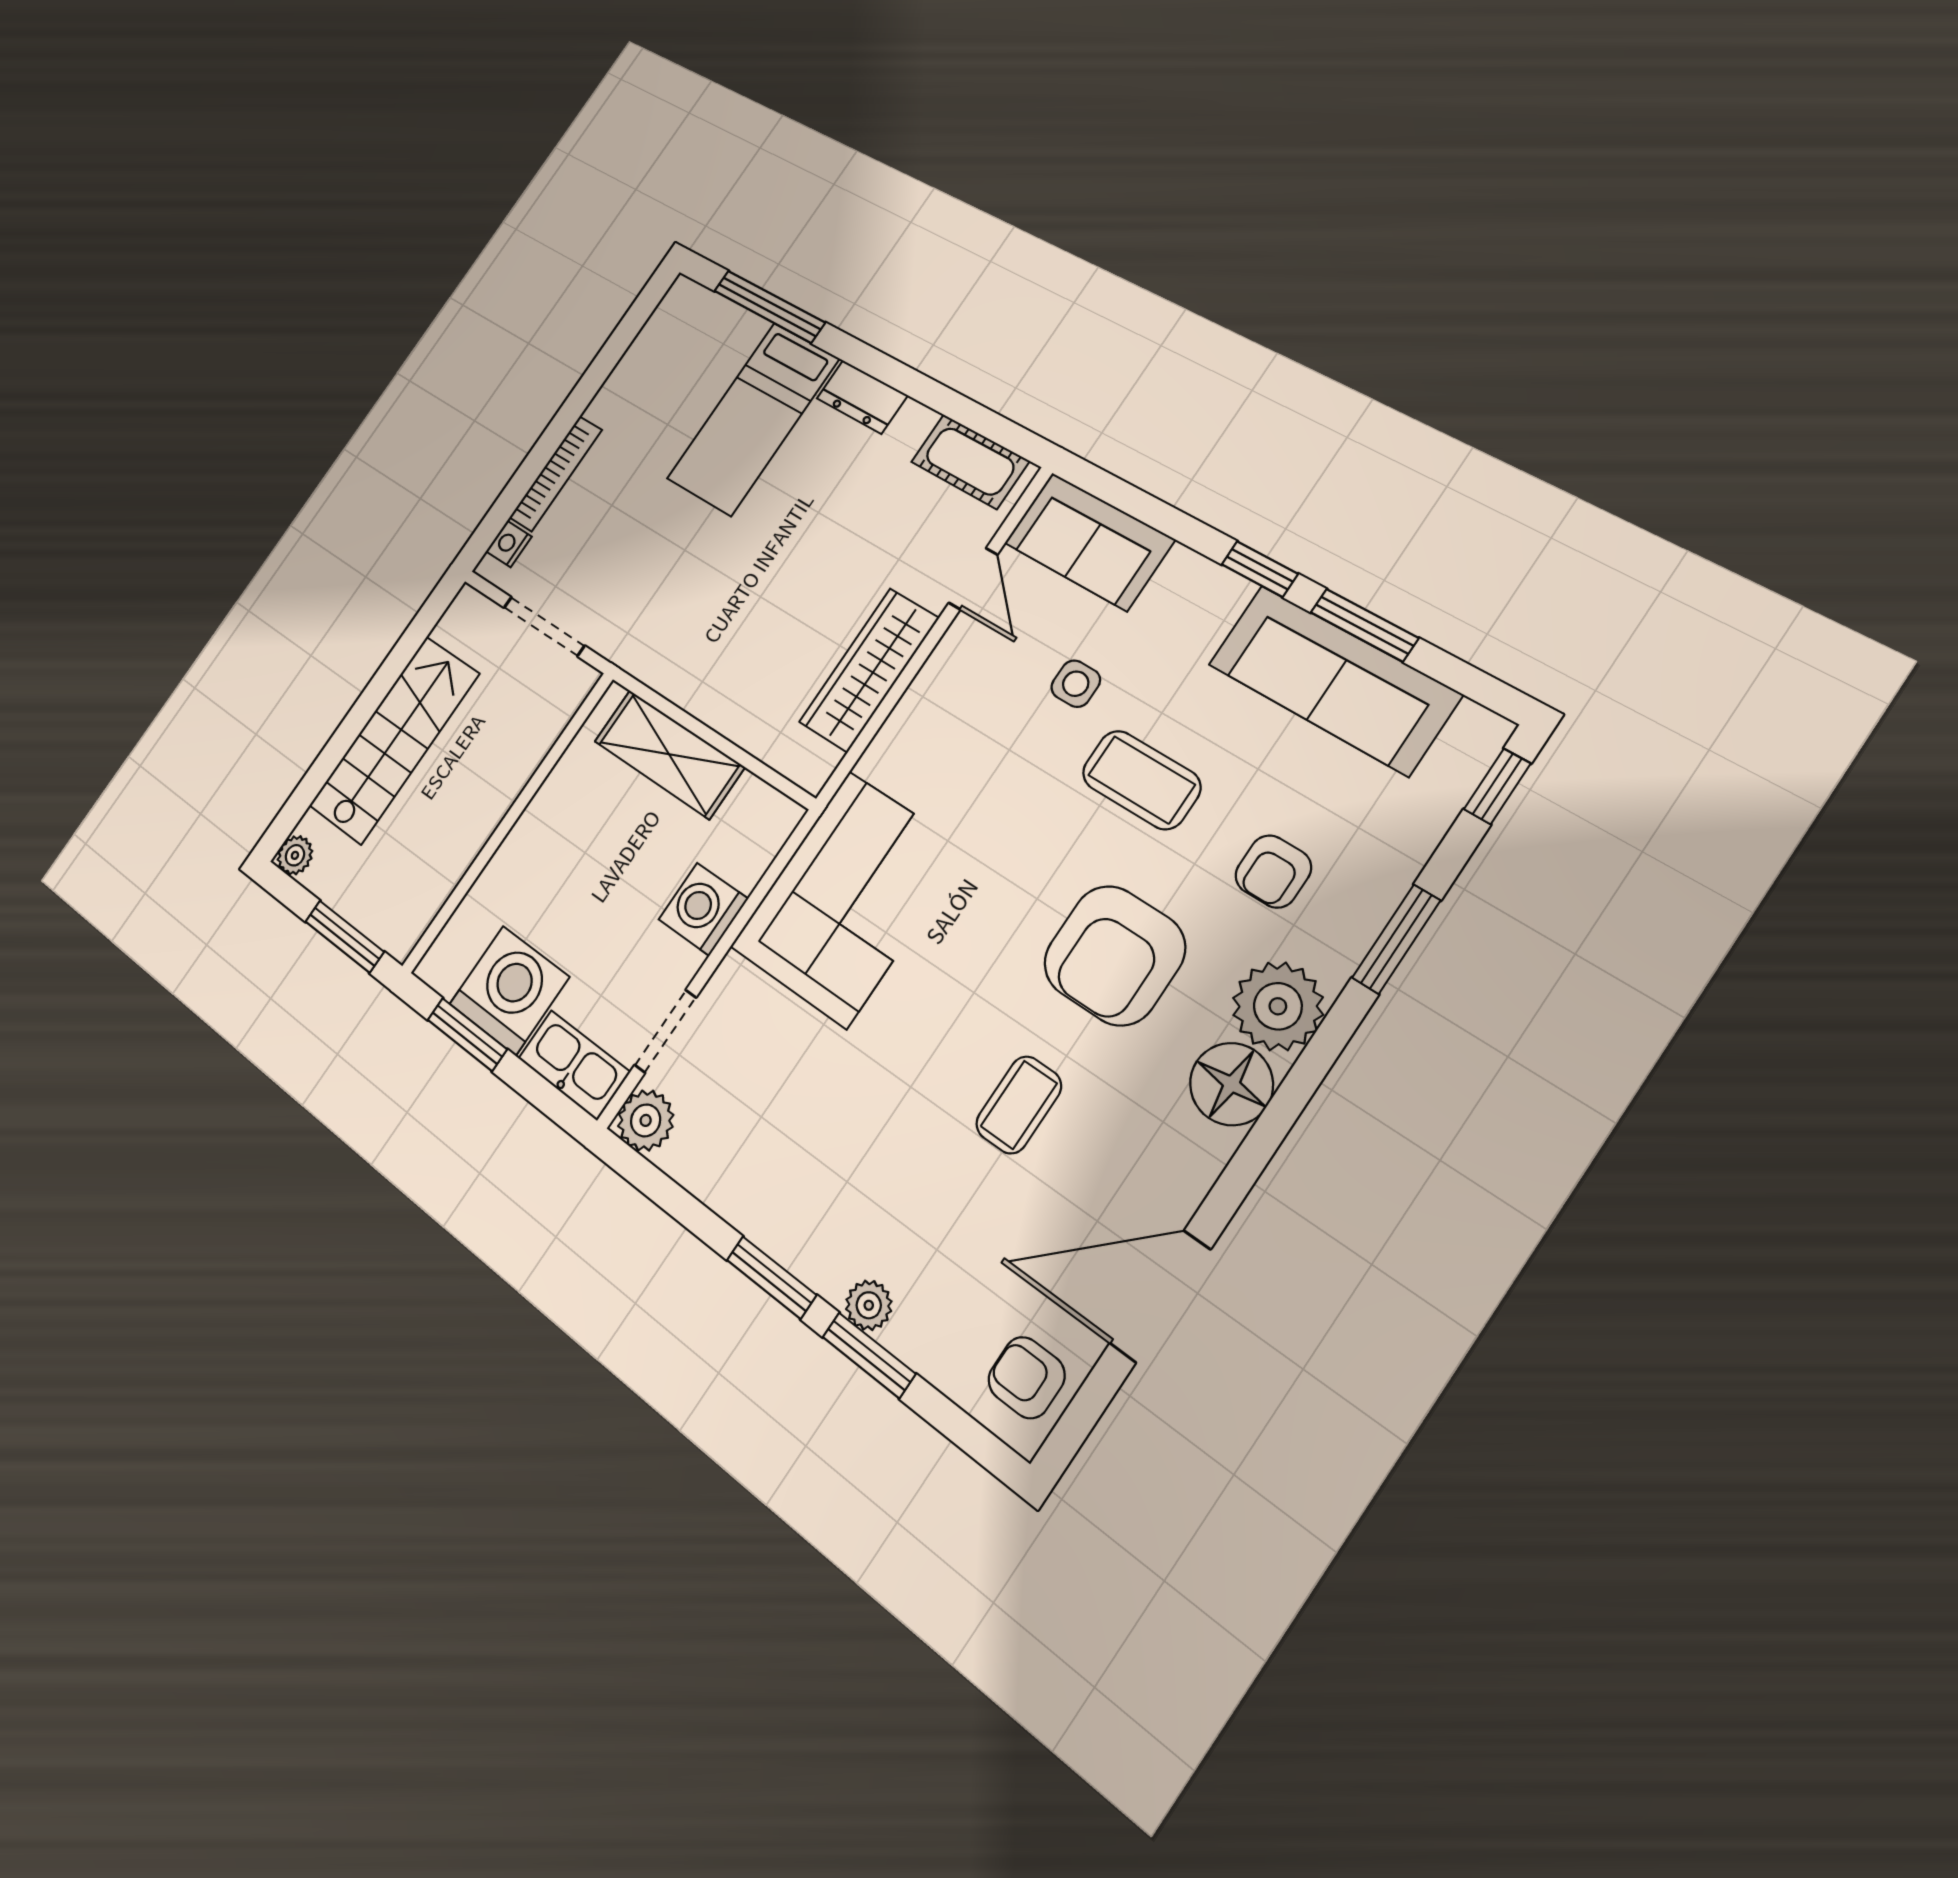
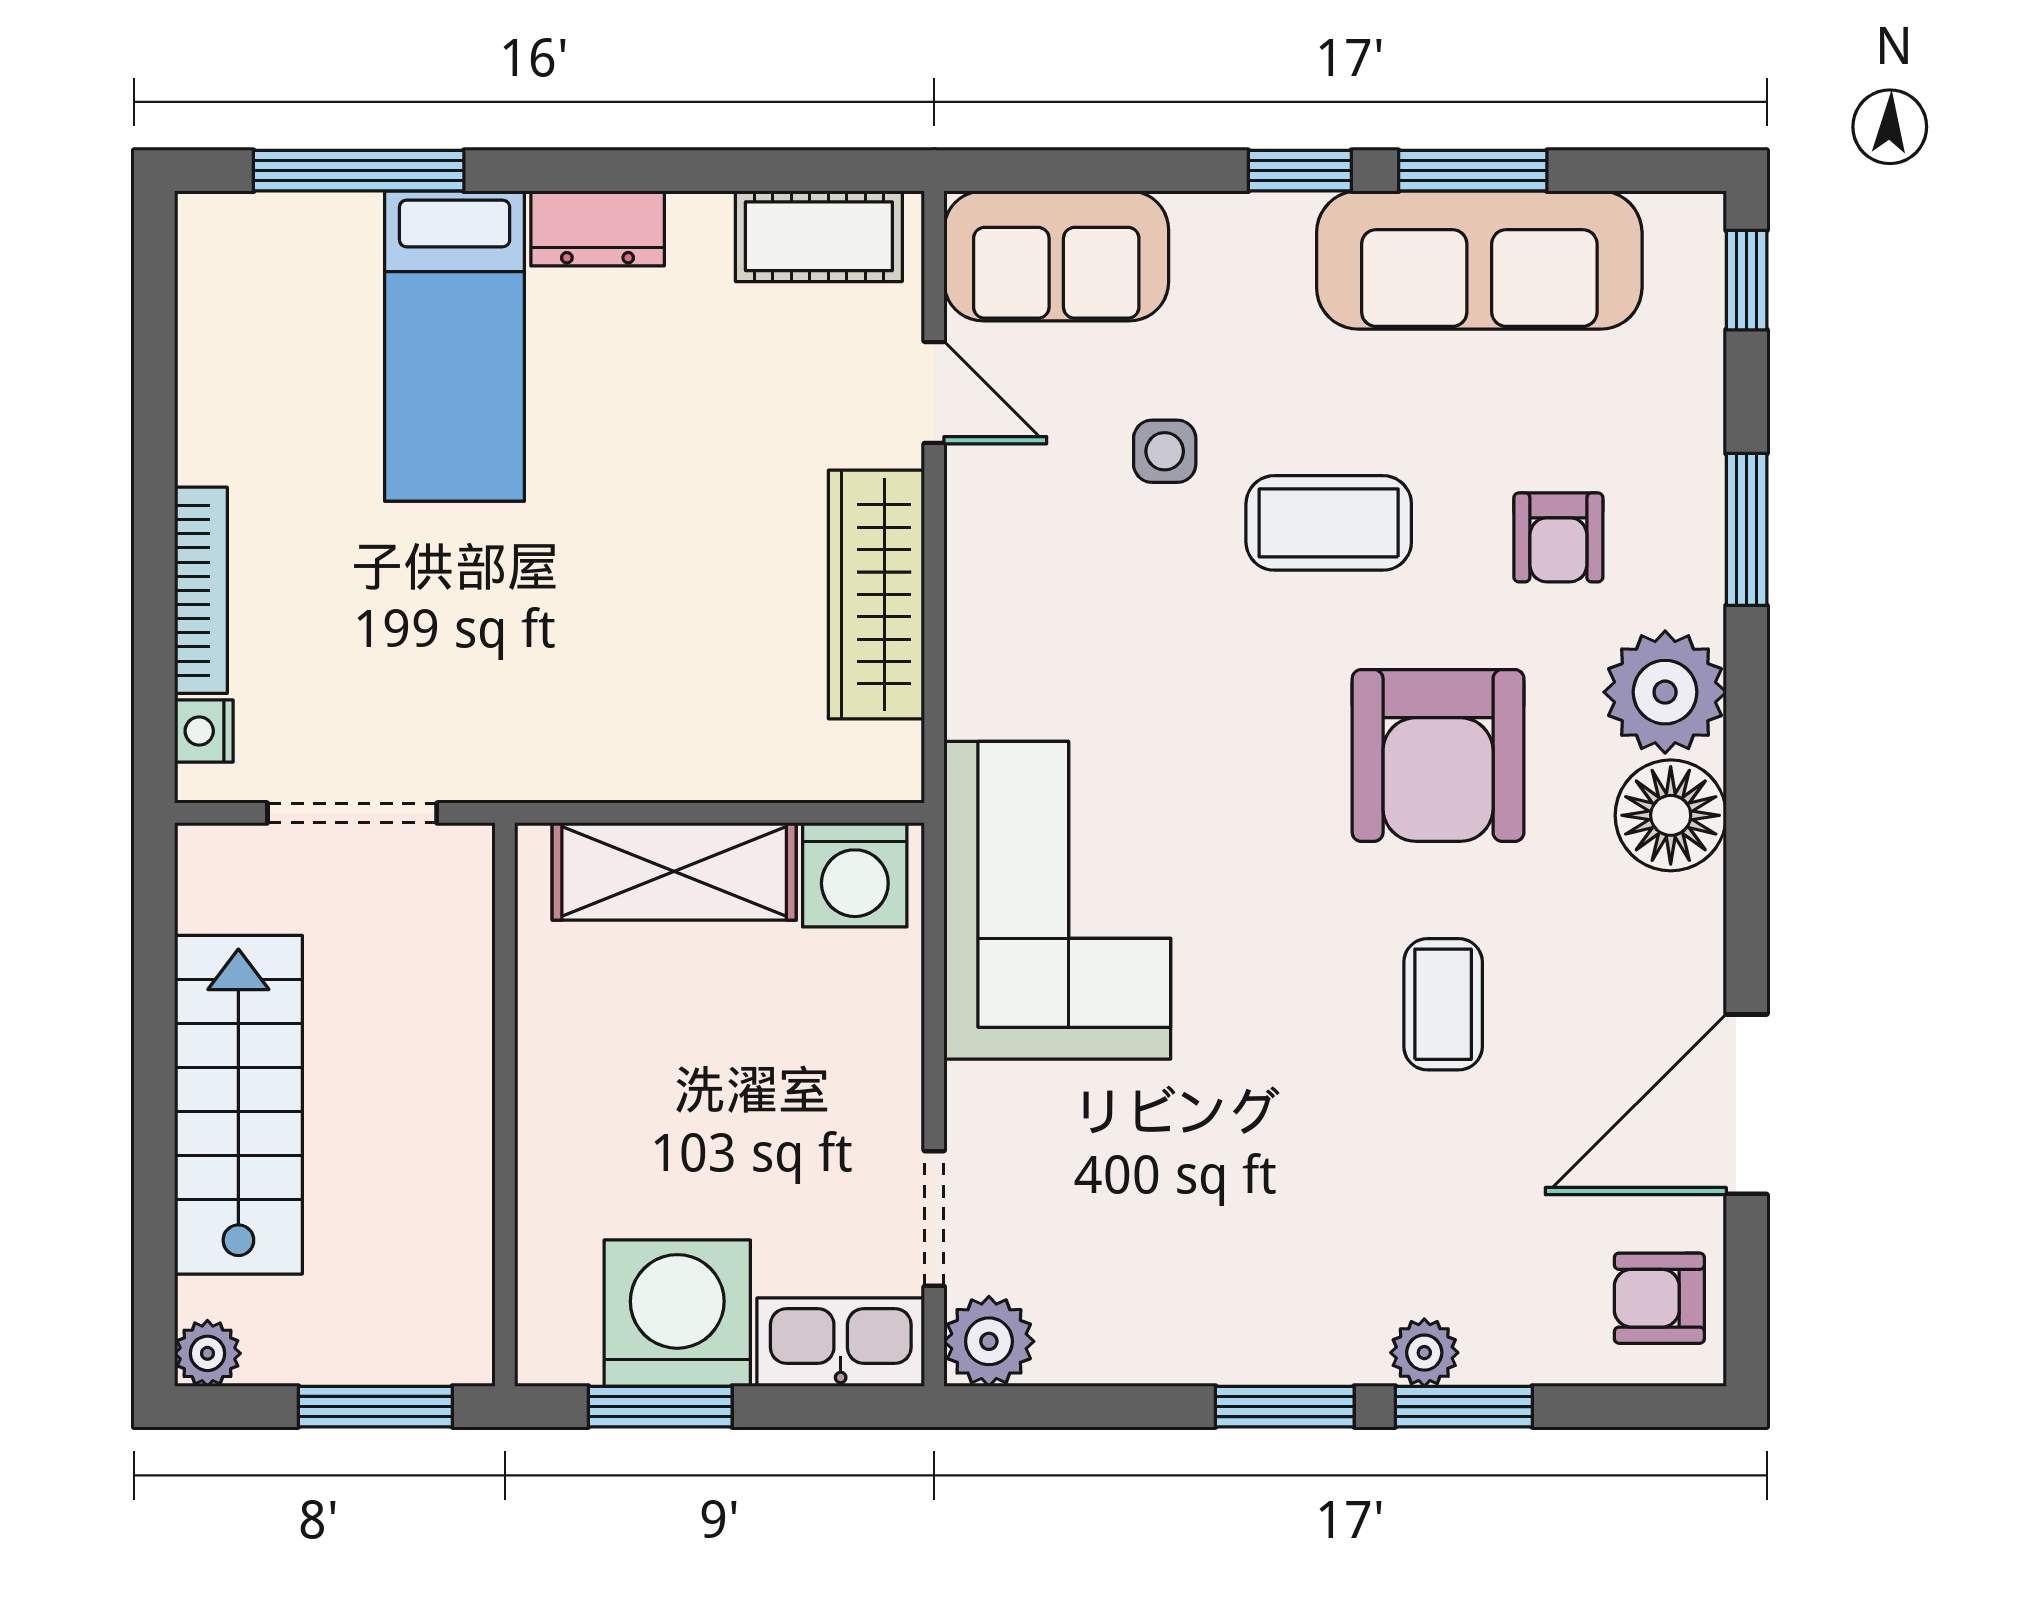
washing machine: (703, 909) -> (855, 875), moved, turned -90

